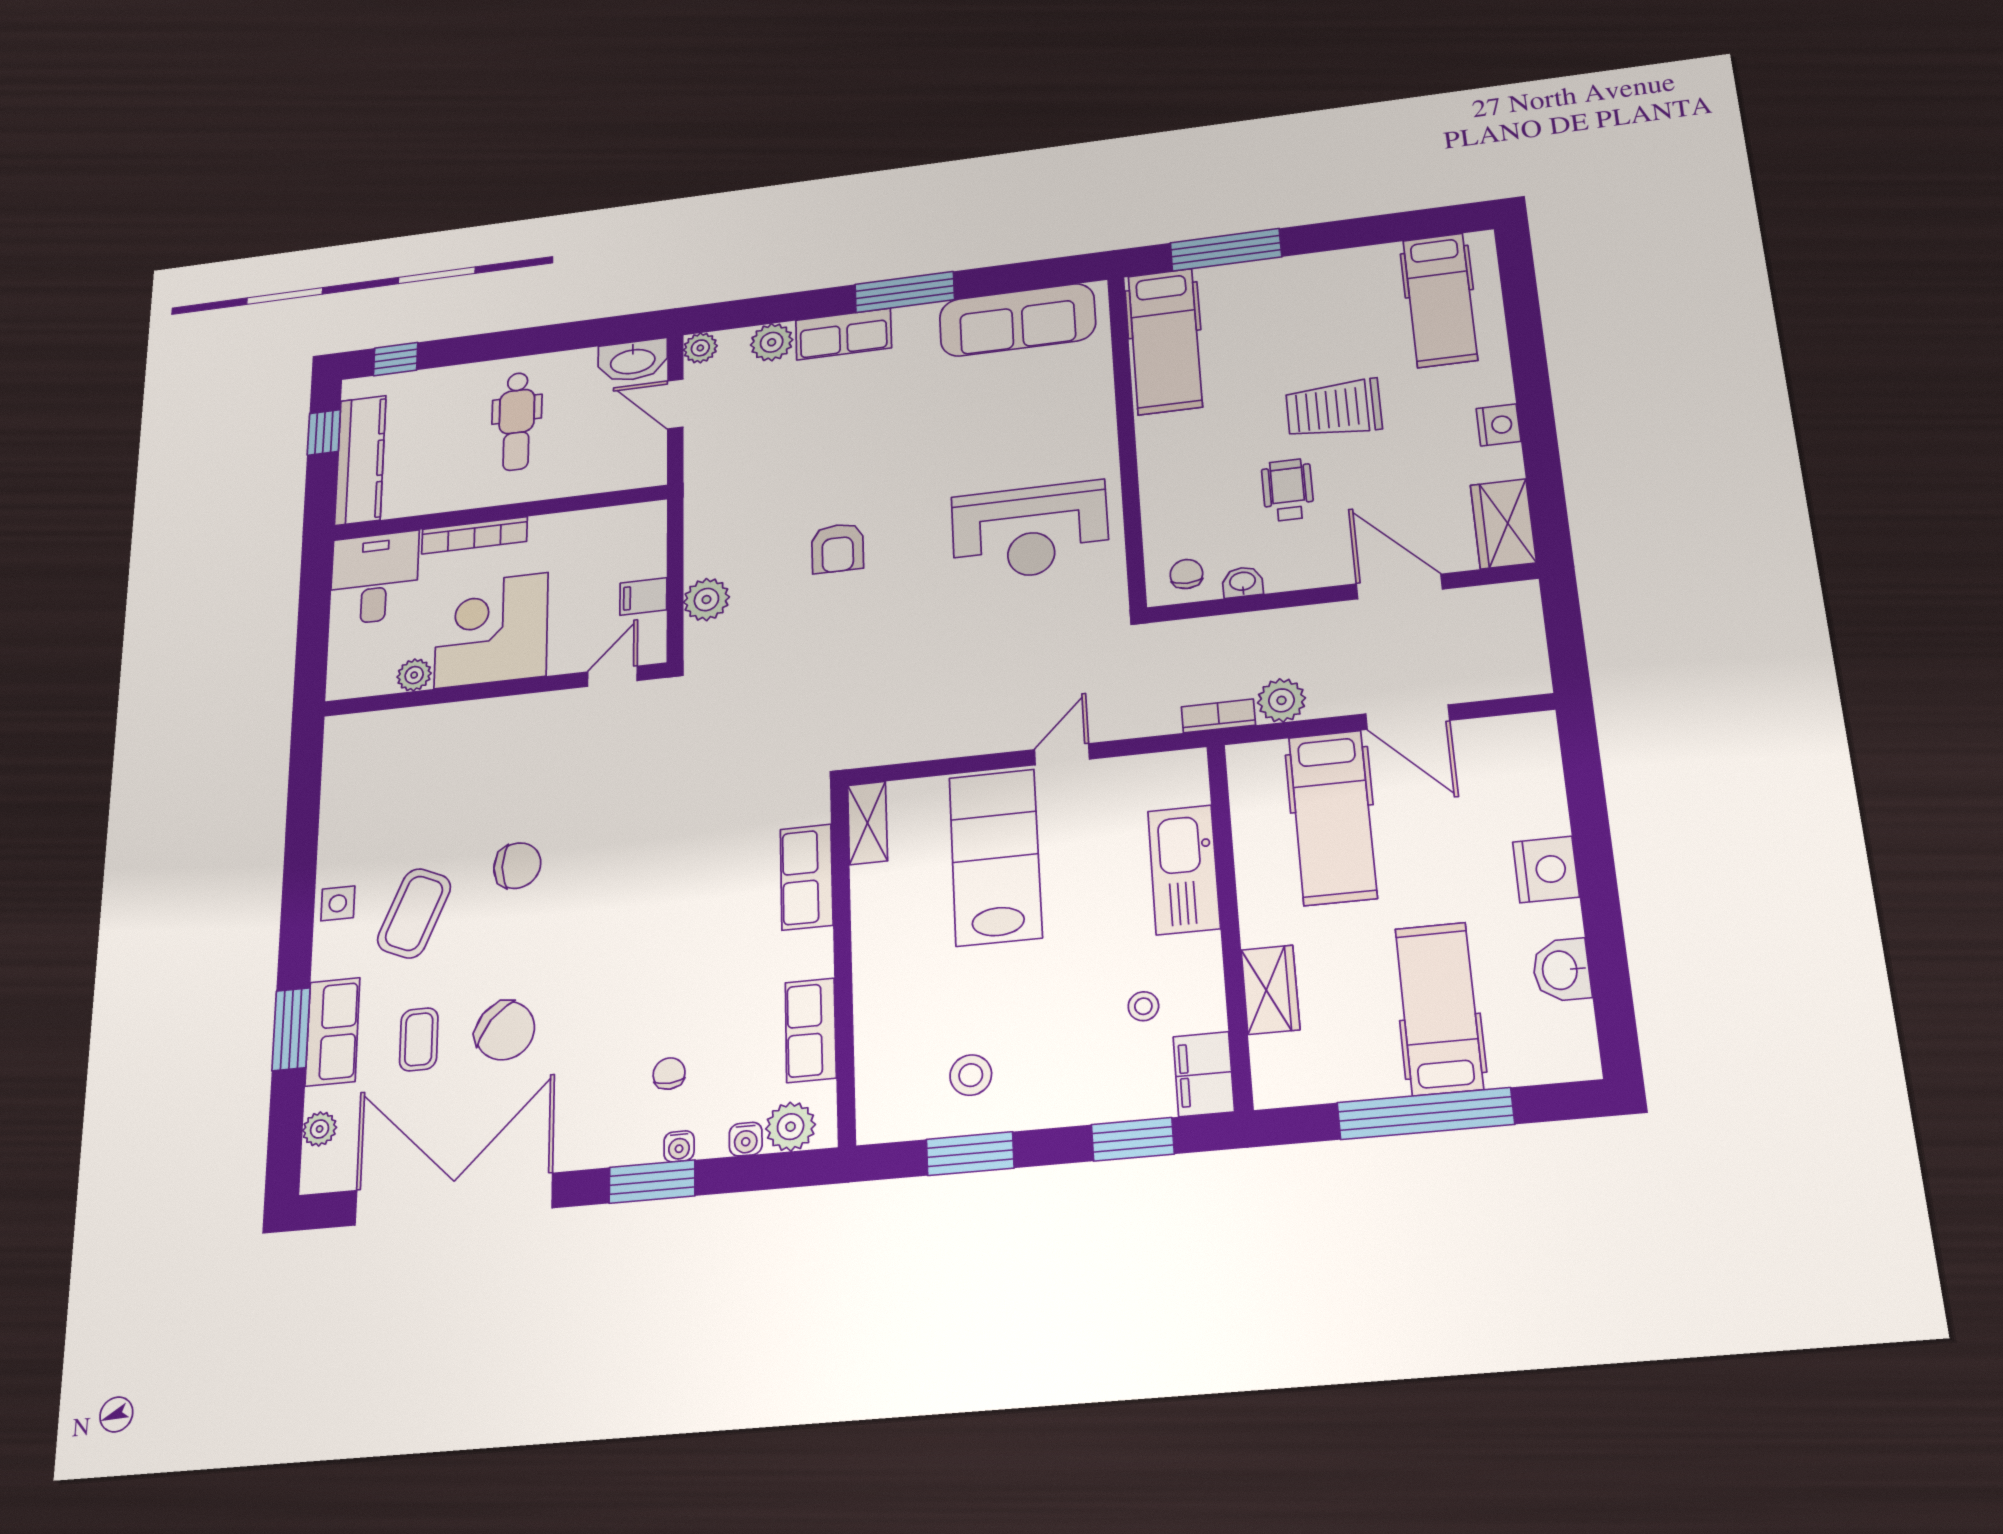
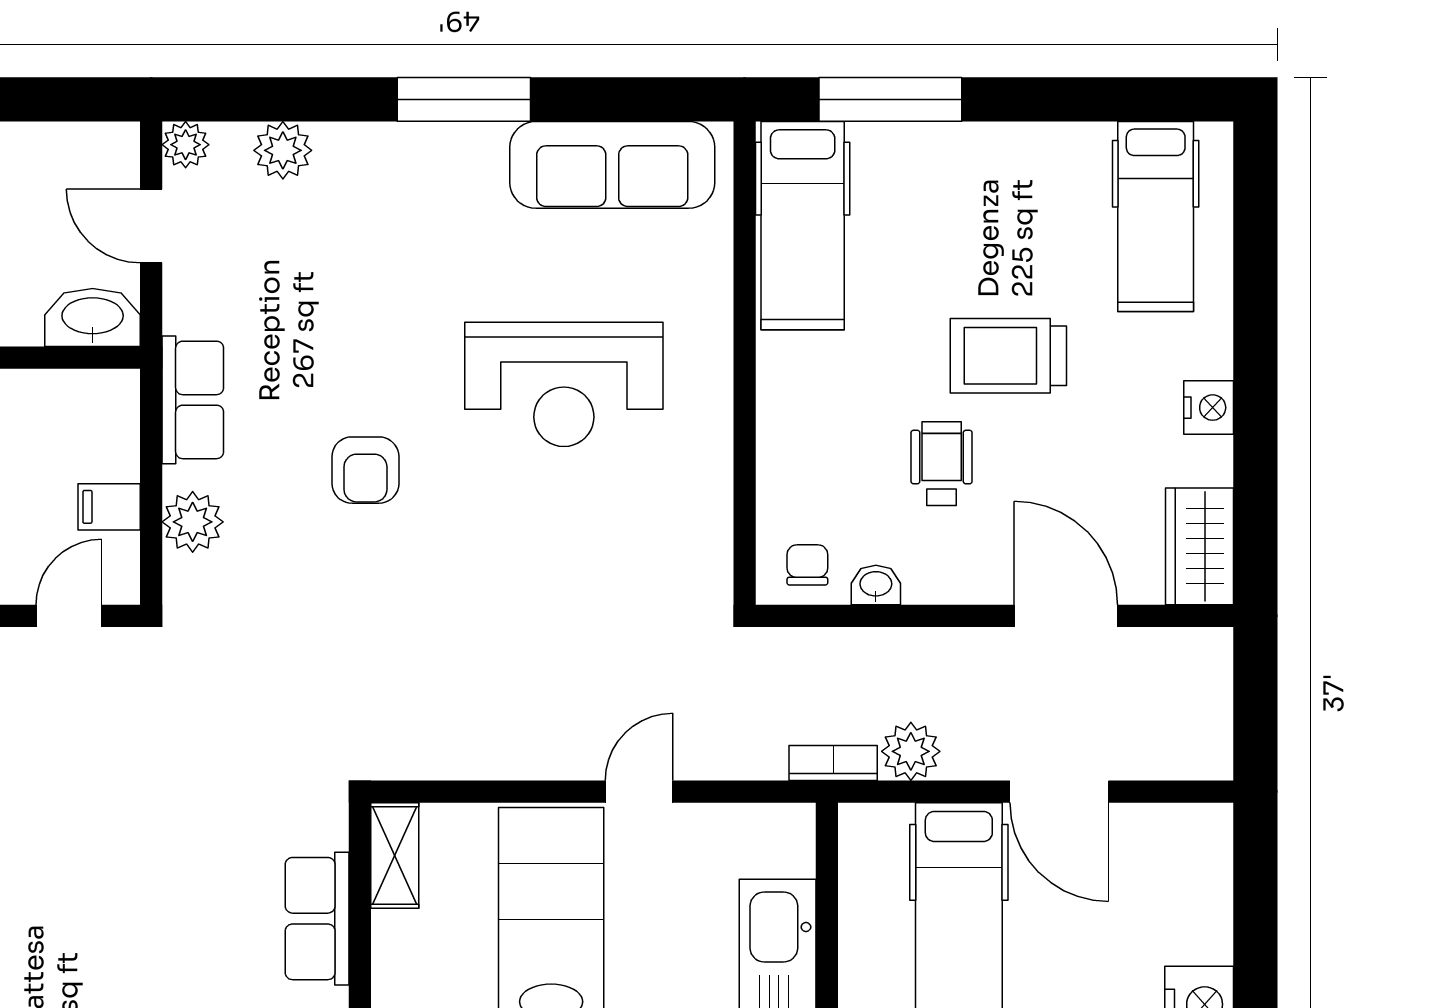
row of seats: (843, 334) -> (193, 400), moved, turned -90
washbasin: (633, 360) -> (93, 317), moved, turned 180
reception desk: (1030, 531) -> (564, 384), moved

